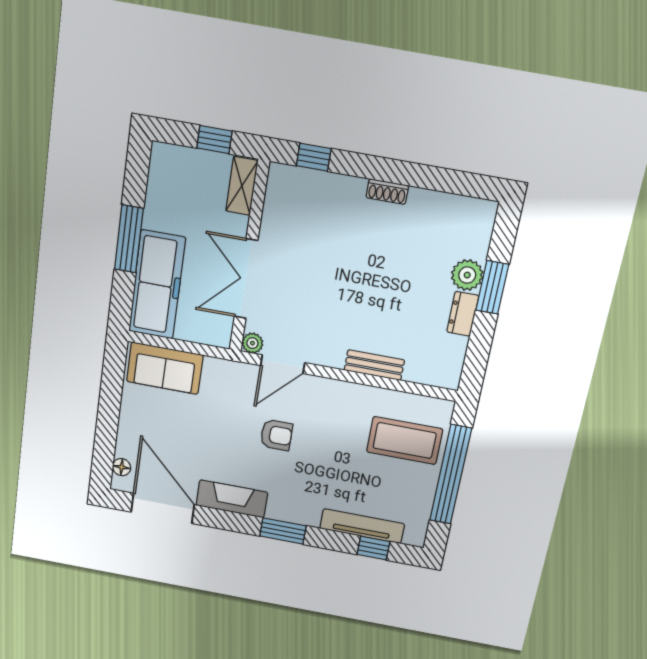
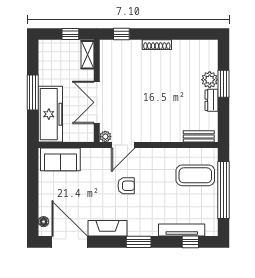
shoe rack: (387, 192) -> (157, 45), width x1.43
bench: (374, 365) -> (199, 136), moved

